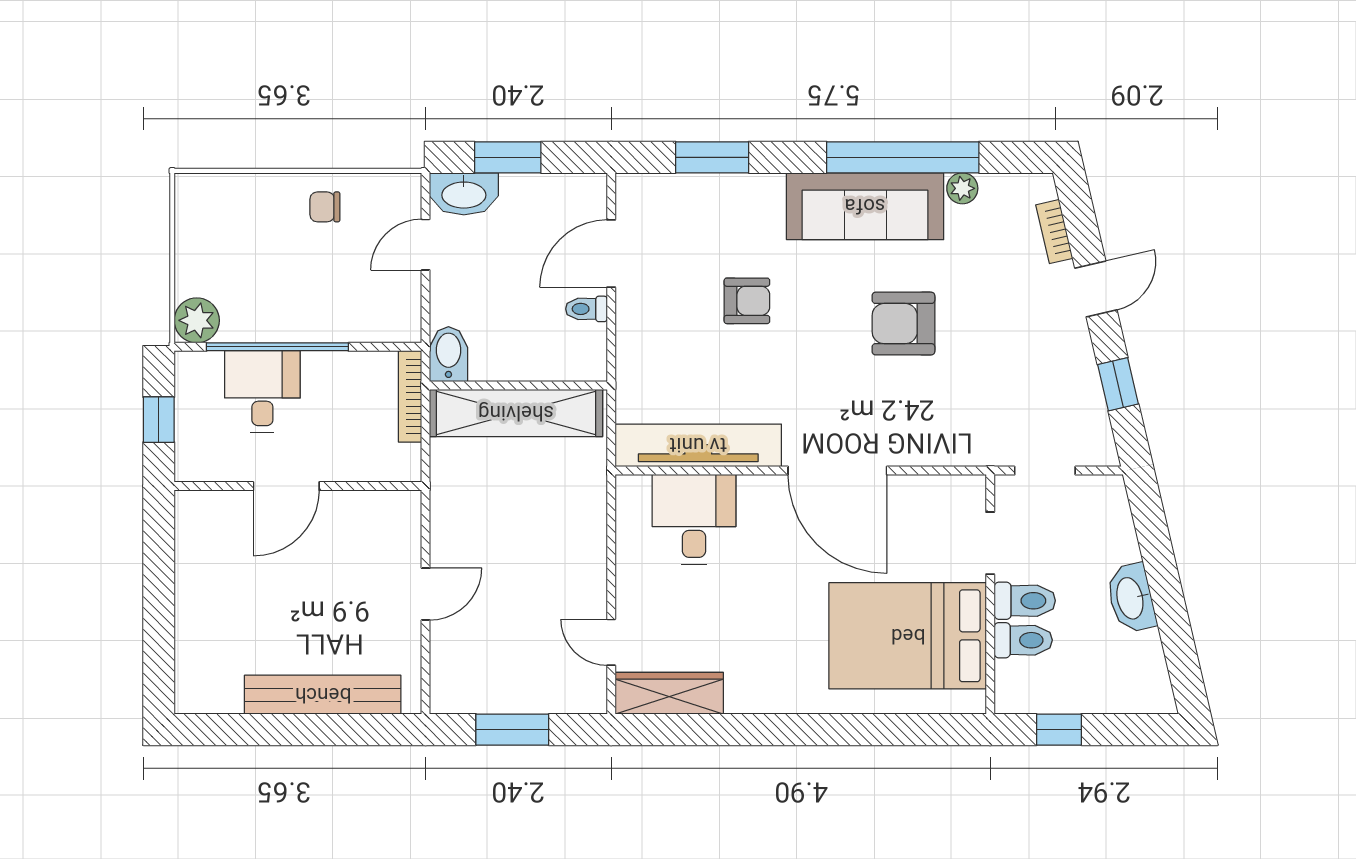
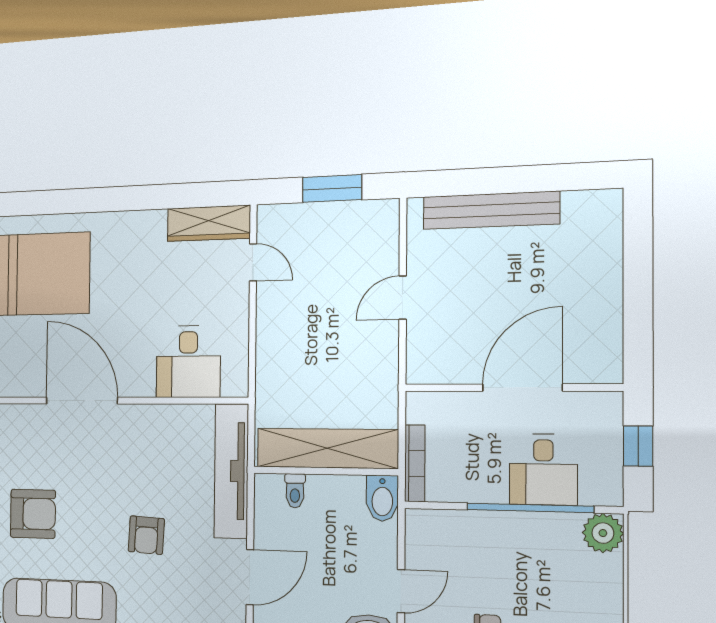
armchair: (747, 301) -> (146, 535), turned -87
toilet: (586, 309) -> (295, 491), moved, turned 90
tv unit: (698, 445) -> (231, 471), moved, turned 90
door: (286, 486) -> (522, 388), width x1.36

